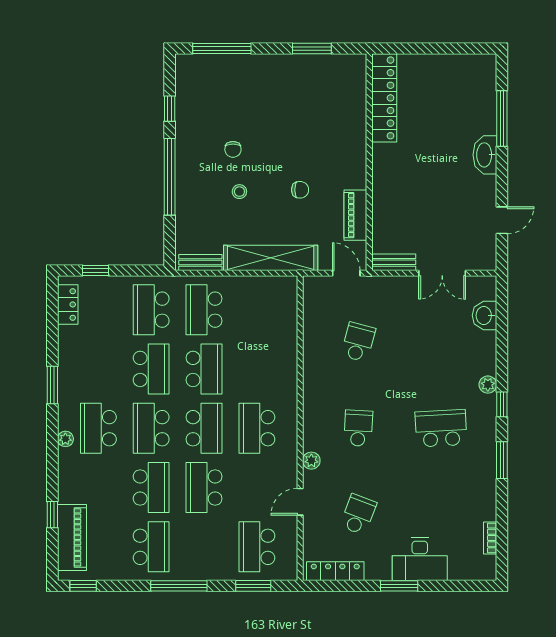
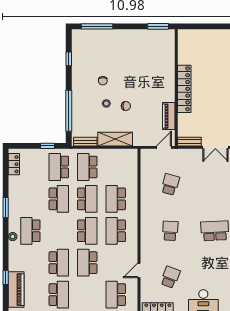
window: (312, 48) -> (158, 26), moved
locker: (384, 98) -> (184, 89), moved
window: (170, 177) -> (69, 111), moved
chair: (300, 190) -> (126, 106), moved
shelving: (271, 258) -> (115, 139), width x0.68
window: (96, 271) -> (47, 146), moved
door: (346, 273) -> (164, 147), hinge flipped
school desk: (151, 428) -> (116, 199), moved
plant: (311, 461) -> (145, 248), removed

